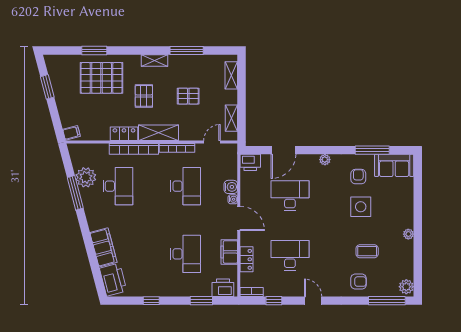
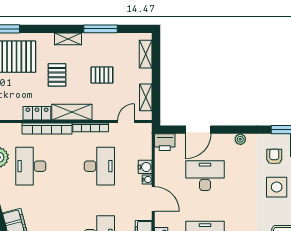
desk: (118, 186) -> (31, 166), turned 180

